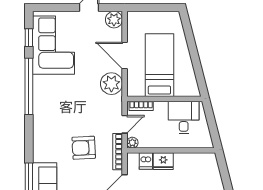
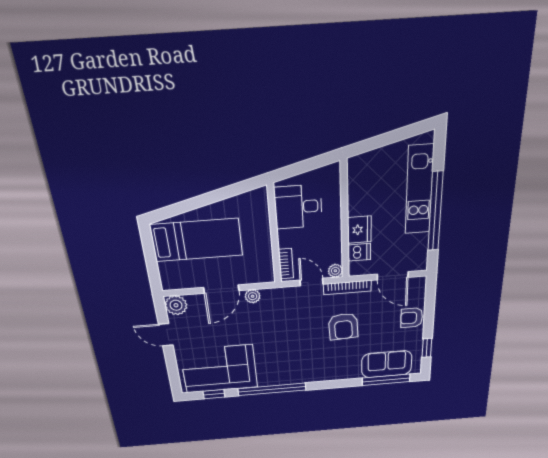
bed: (159, 65) -> (197, 240), moved, turned 180
plant: (111, 84) -> (253, 296), width x0.53, depth x0.53

